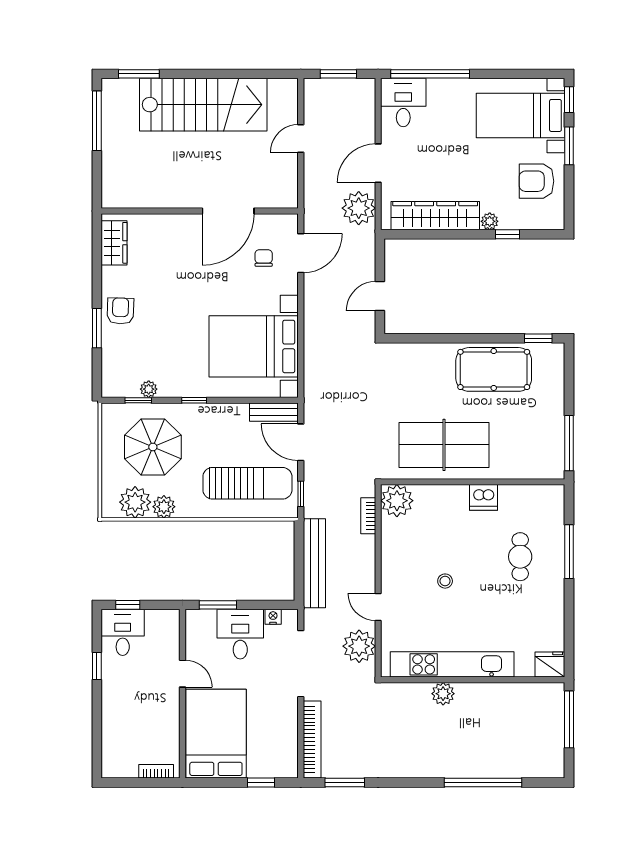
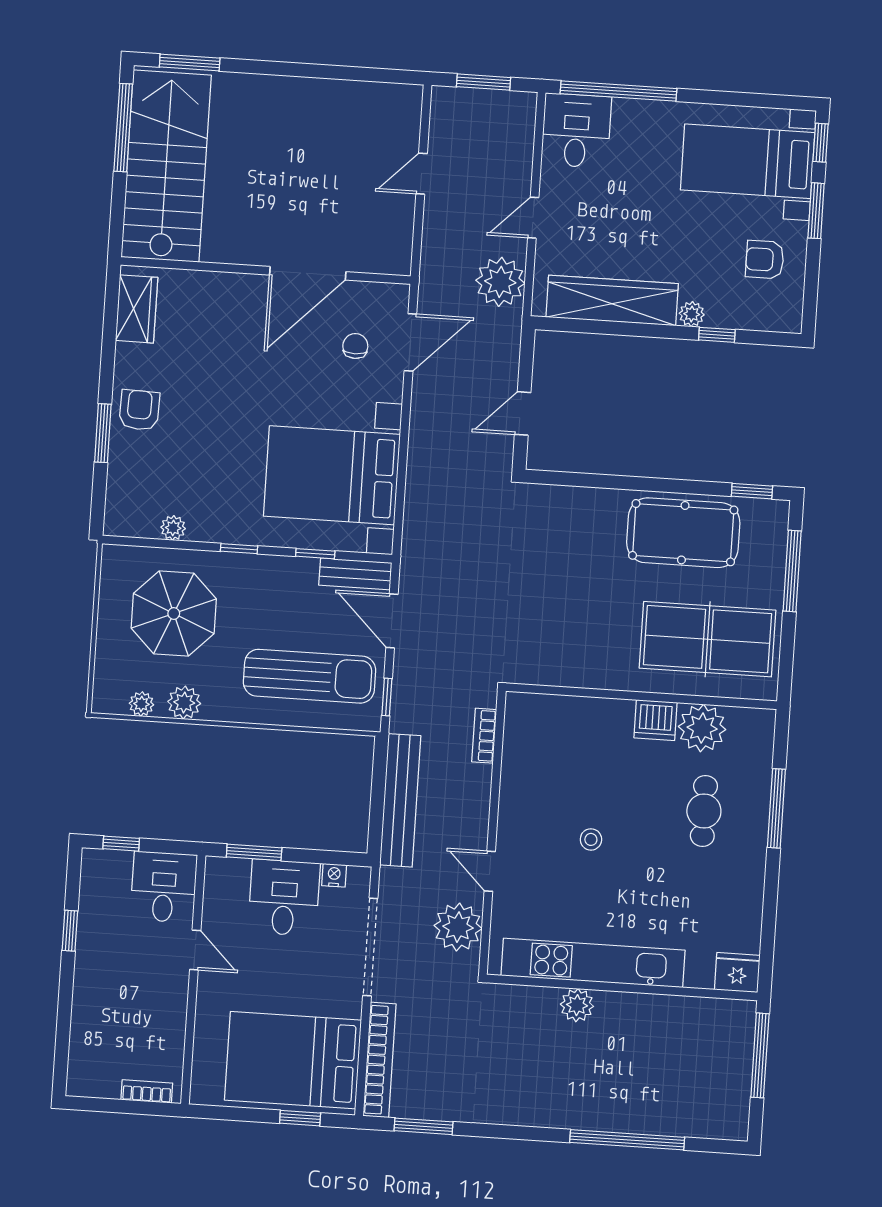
stairs: (203, 105) -> (166, 166), moved, turned -90
door: (378, 163) -> (533, 218), width x0.73
armchair: (537, 181) -> (765, 260), width x0.72, depth x0.72
window: (138, 400) -> (315, 554), moved
window: (569, 443) -> (792, 571), moved
table tennis table: (444, 445) -> (708, 639), moved
plant: (397, 501) -> (702, 728), moved
plant: (135, 502) -> (141, 704), width x0.53, depth x0.53
desk: (123, 632) -> (164, 887), moved
bed: (216, 734) -> (293, 1060), moved, turned -90

